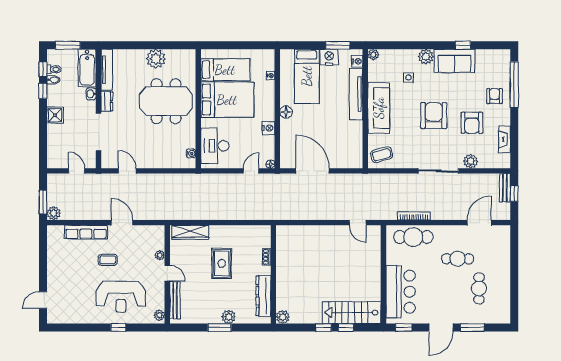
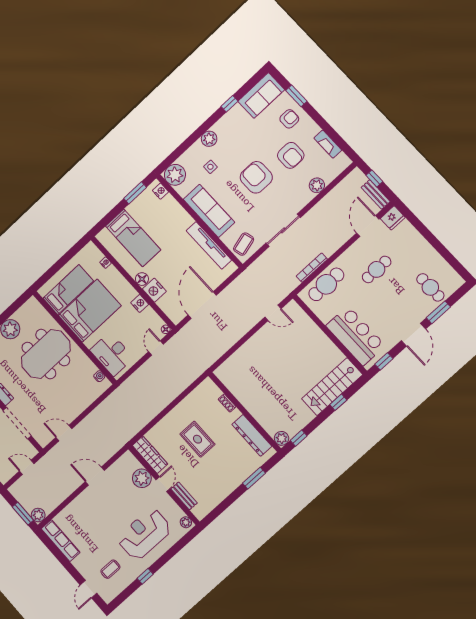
plant: (373, 55) -> (175, 175), width x1.88, depth x1.88
nightstand: (329, 57) -> (154, 290), moved, turned -90
sofa: (454, 61) -> (261, 95), moved
window: (514, 85) -> (296, 96), width x0.47
tv unit: (356, 94) -> (209, 245), moved
armchair: (494, 96) -> (289, 119), turned 90
door: (313, 171) -> (202, 305), hinge flipped
sliding door: (438, 171) -> (283, 230), moved
bench: (505, 188) -> (376, 194), moved
row of seats: (86, 232) -> (61, 541), moved, turned -90
wardrobe: (190, 232) -> (150, 455), moved, turned -90
fridge: (501, 233) -> (393, 218), added
plant: (160, 255) -> (142, 478), width x1.87, depth x1.87
coffee table: (108, 260) -> (110, 569), moved
door: (167, 273) -> (163, 484), hinge flipped
cafe table: (479, 288) -> (430, 287), moved
reception desk: (121, 297) -> (144, 534), turned 180
bench: (175, 300) -> (184, 496), width x0.73
plant: (229, 317) -> (240, 476), removed
window: (118, 328) -> (145, 576), moved
window: (220, 328) -> (254, 478), moved
window: (324, 328) -> (299, 438), moved

